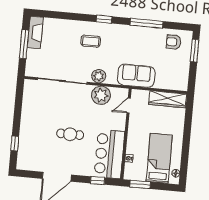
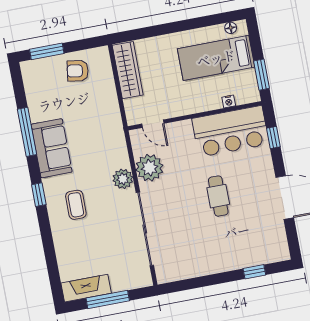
armchair: (174, 42) -> (78, 71), moved, turned 99
sofa: (136, 76) -> (52, 148), moved, turned 180

